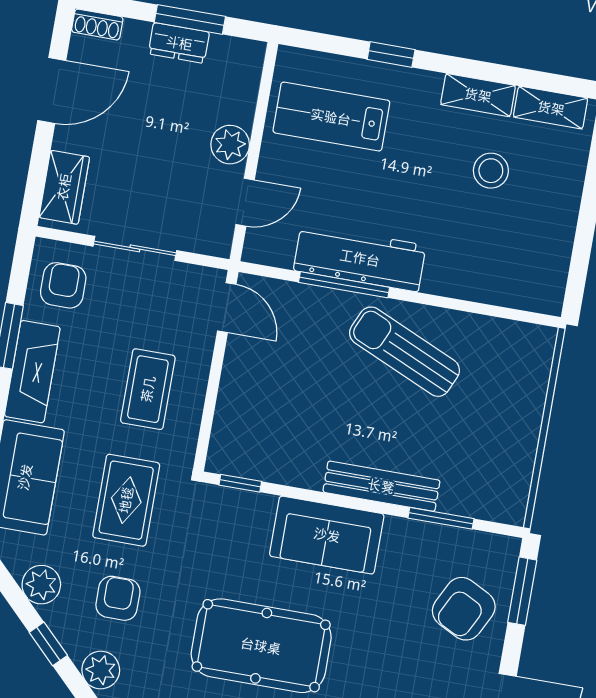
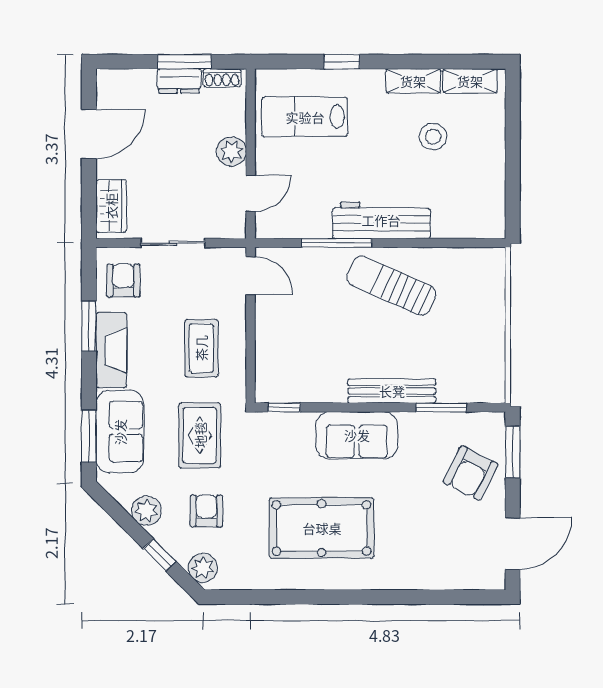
shoe rack: (97, 24) -> (222, 78), moved
workbench: (360, 258) -> (381, 220), moved

